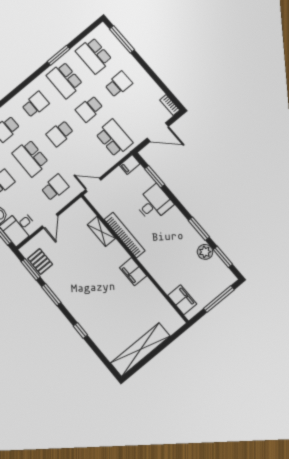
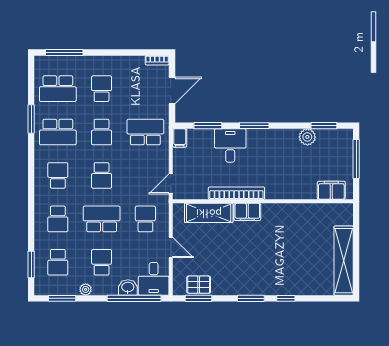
school desk: (30, 158) -> (102, 219), turned 180
window: (199, 229) -> (254, 126), moved
shelving: (101, 231) -> (209, 213), width x1.50, depth x1.33
filing cabinet: (133, 272) -> (247, 212), moved
window: (51, 295) -> (251, 298), moved

